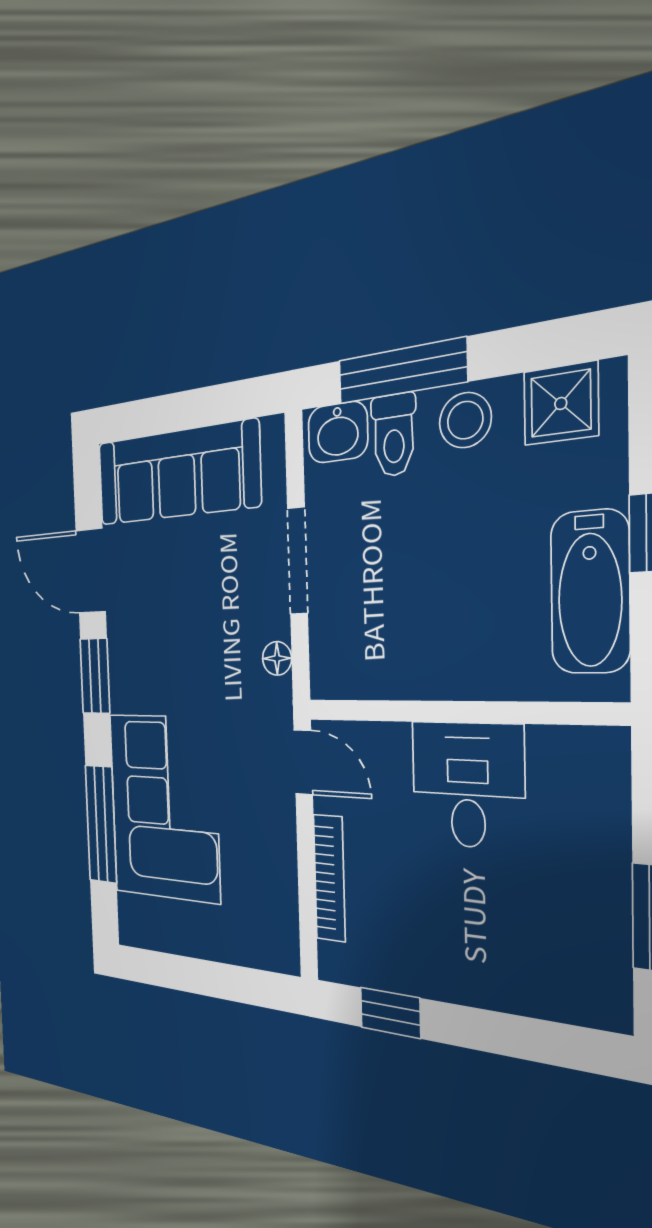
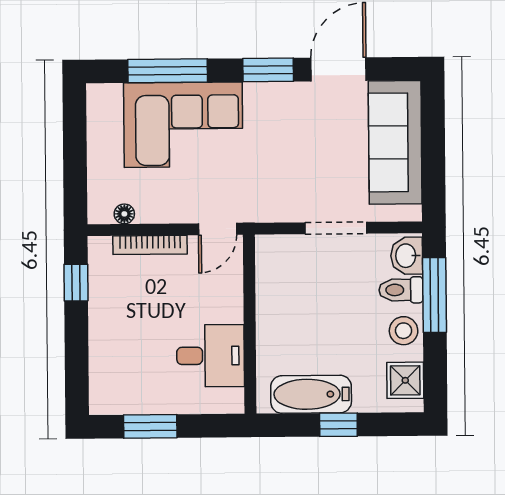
floor lamp: (277, 658) -> (124, 214), moved
desk: (468, 785) -> (210, 356), moved

